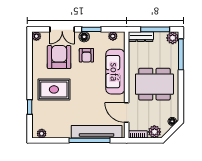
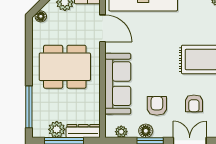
floor lamp: (84, 37) -> (146, 131), moved
plant: (173, 38) -> (57, 129), moved
armchair: (59, 57) -> (194, 103), width x0.53, depth x0.53

